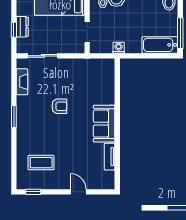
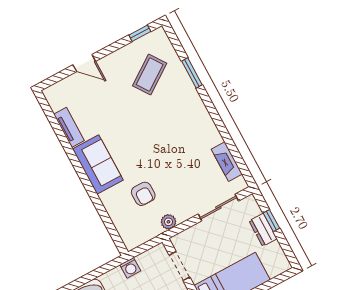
plant: (79, 64) -> (168, 222), added
armchair: (59, 106) -> (143, 194), moved, turned -90
window: (14, 116) -> (192, 73), moved
coffee table: (41, 163) -> (150, 74), turned -35

